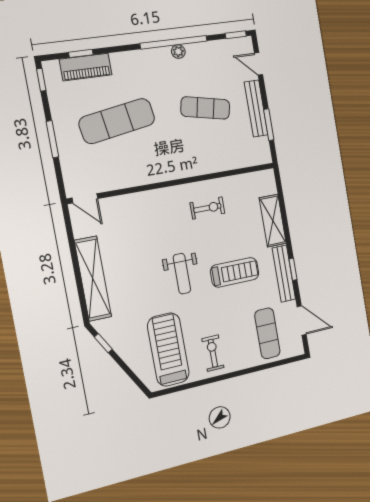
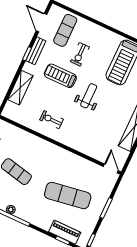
bench: (284, 274) -> (36, 51), width x0.73
exercise bike: (213, 353) -> (80, 54), moved

